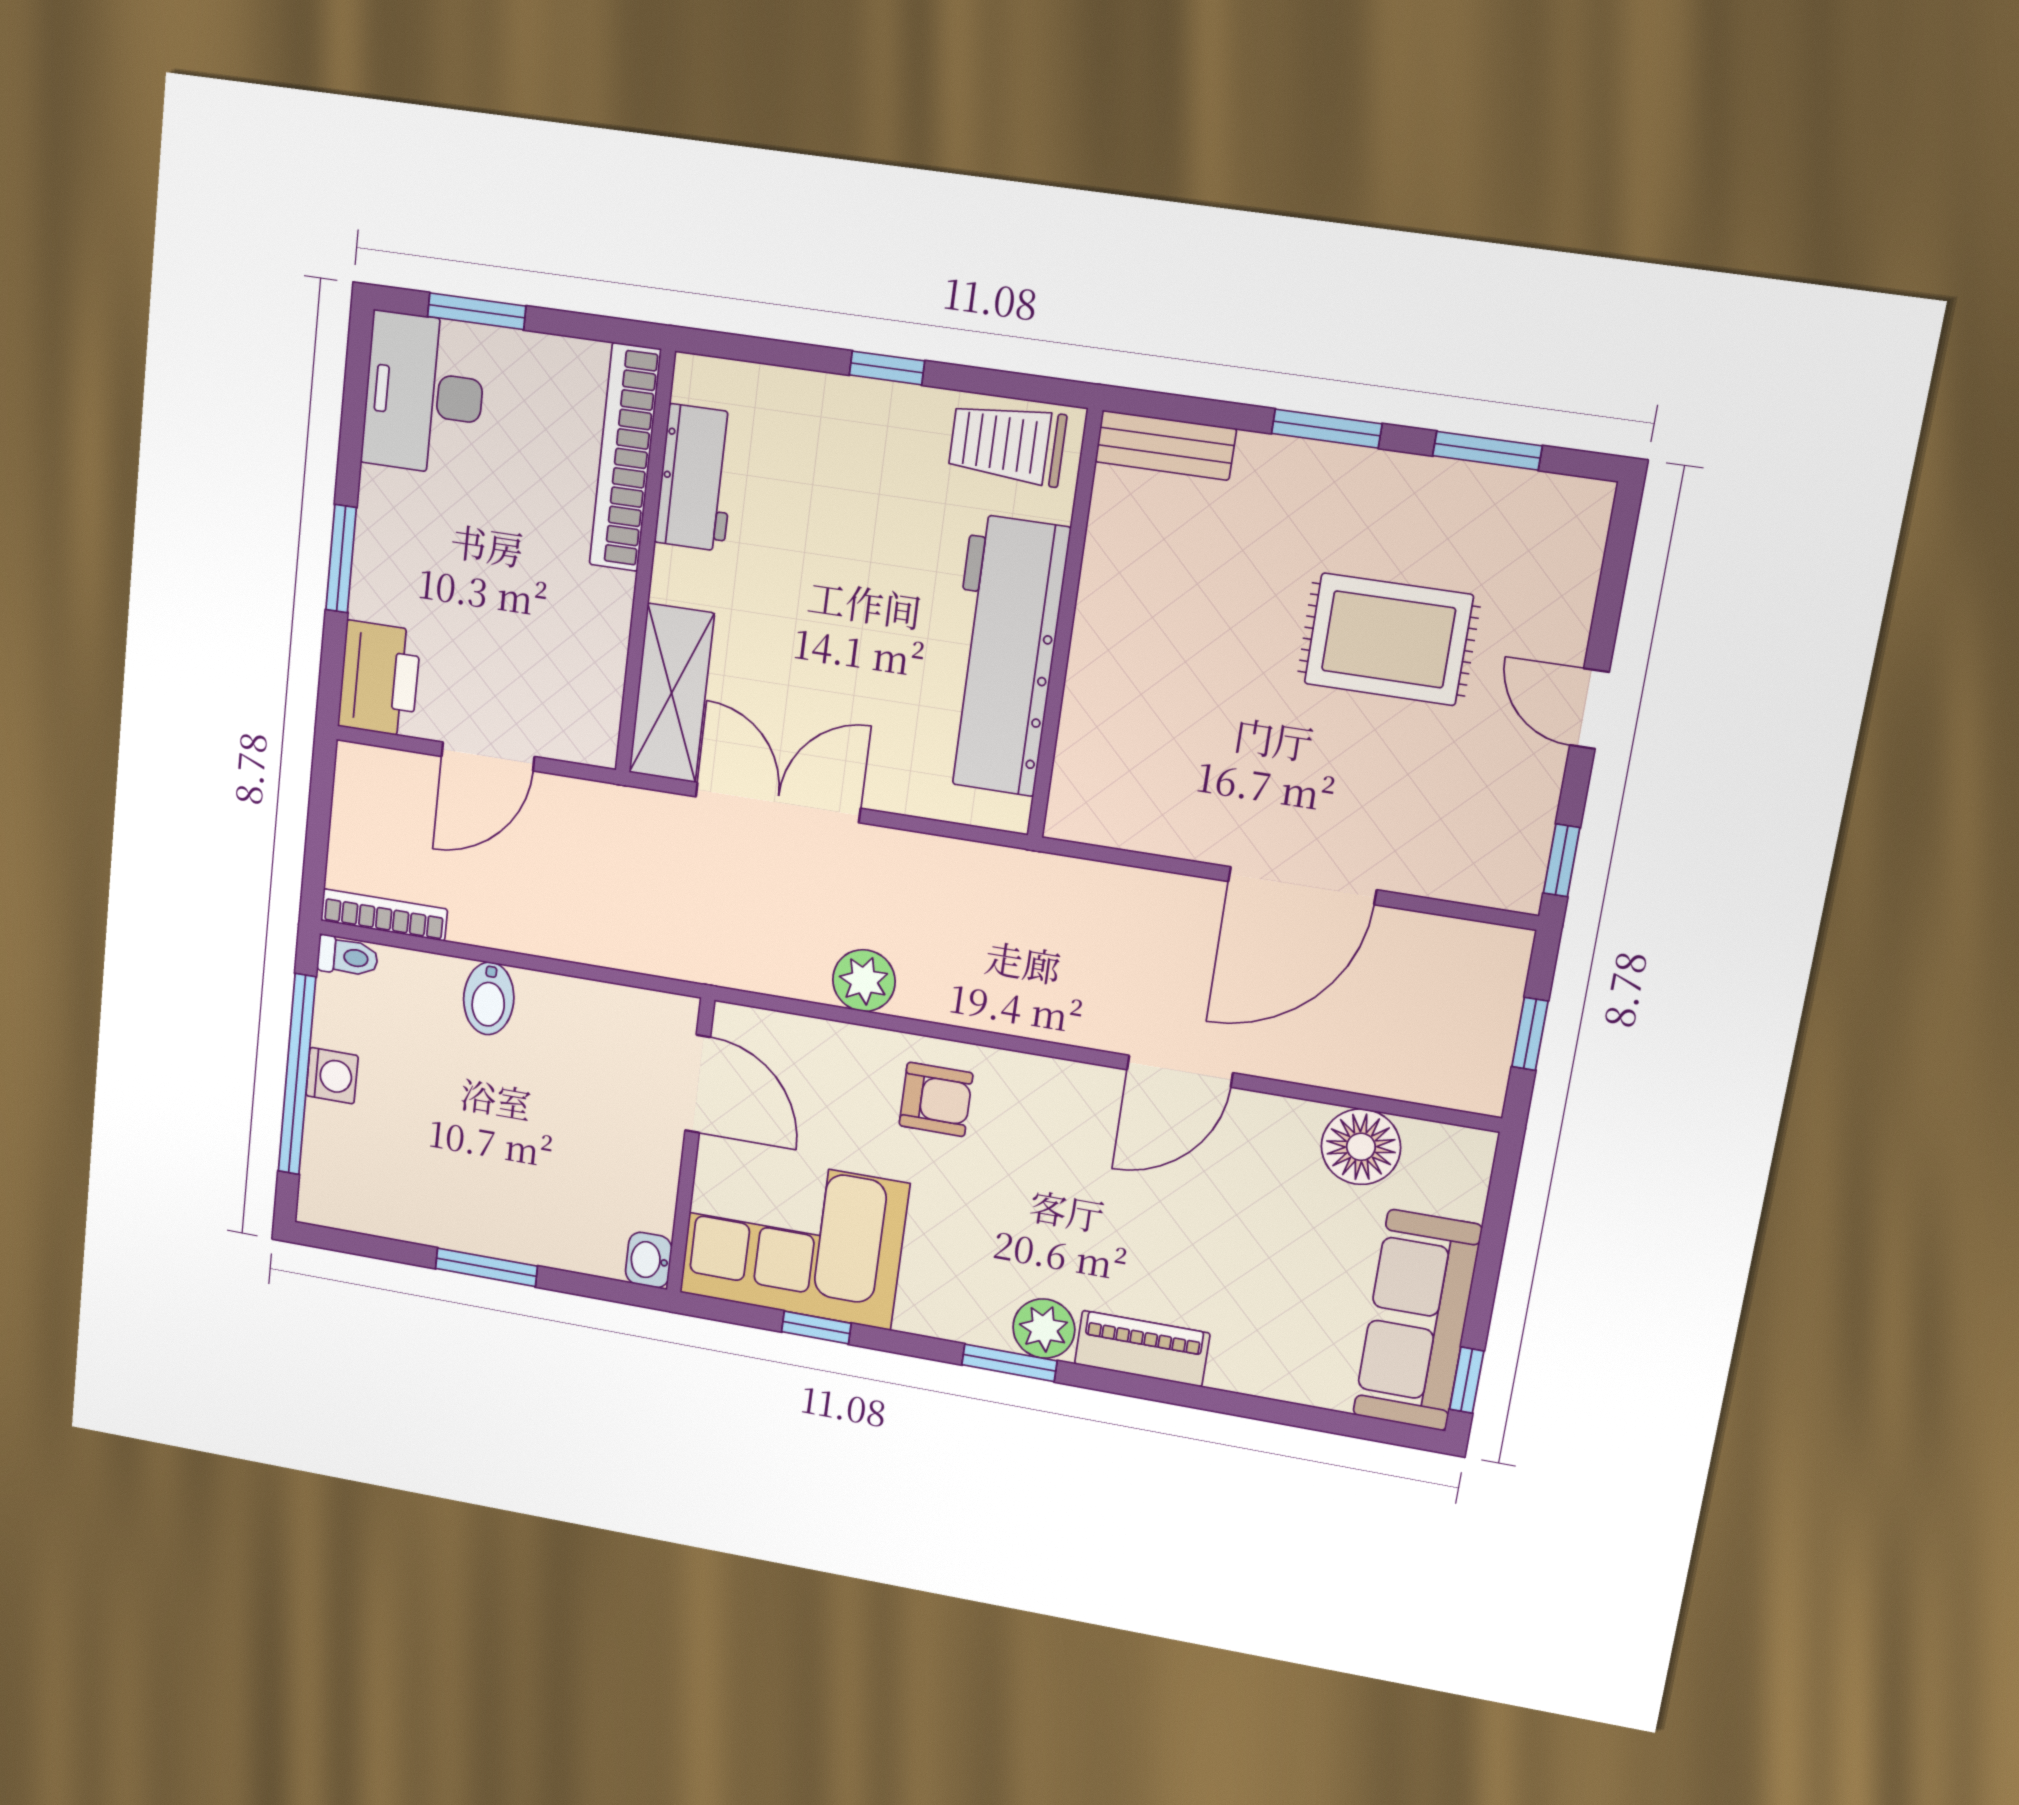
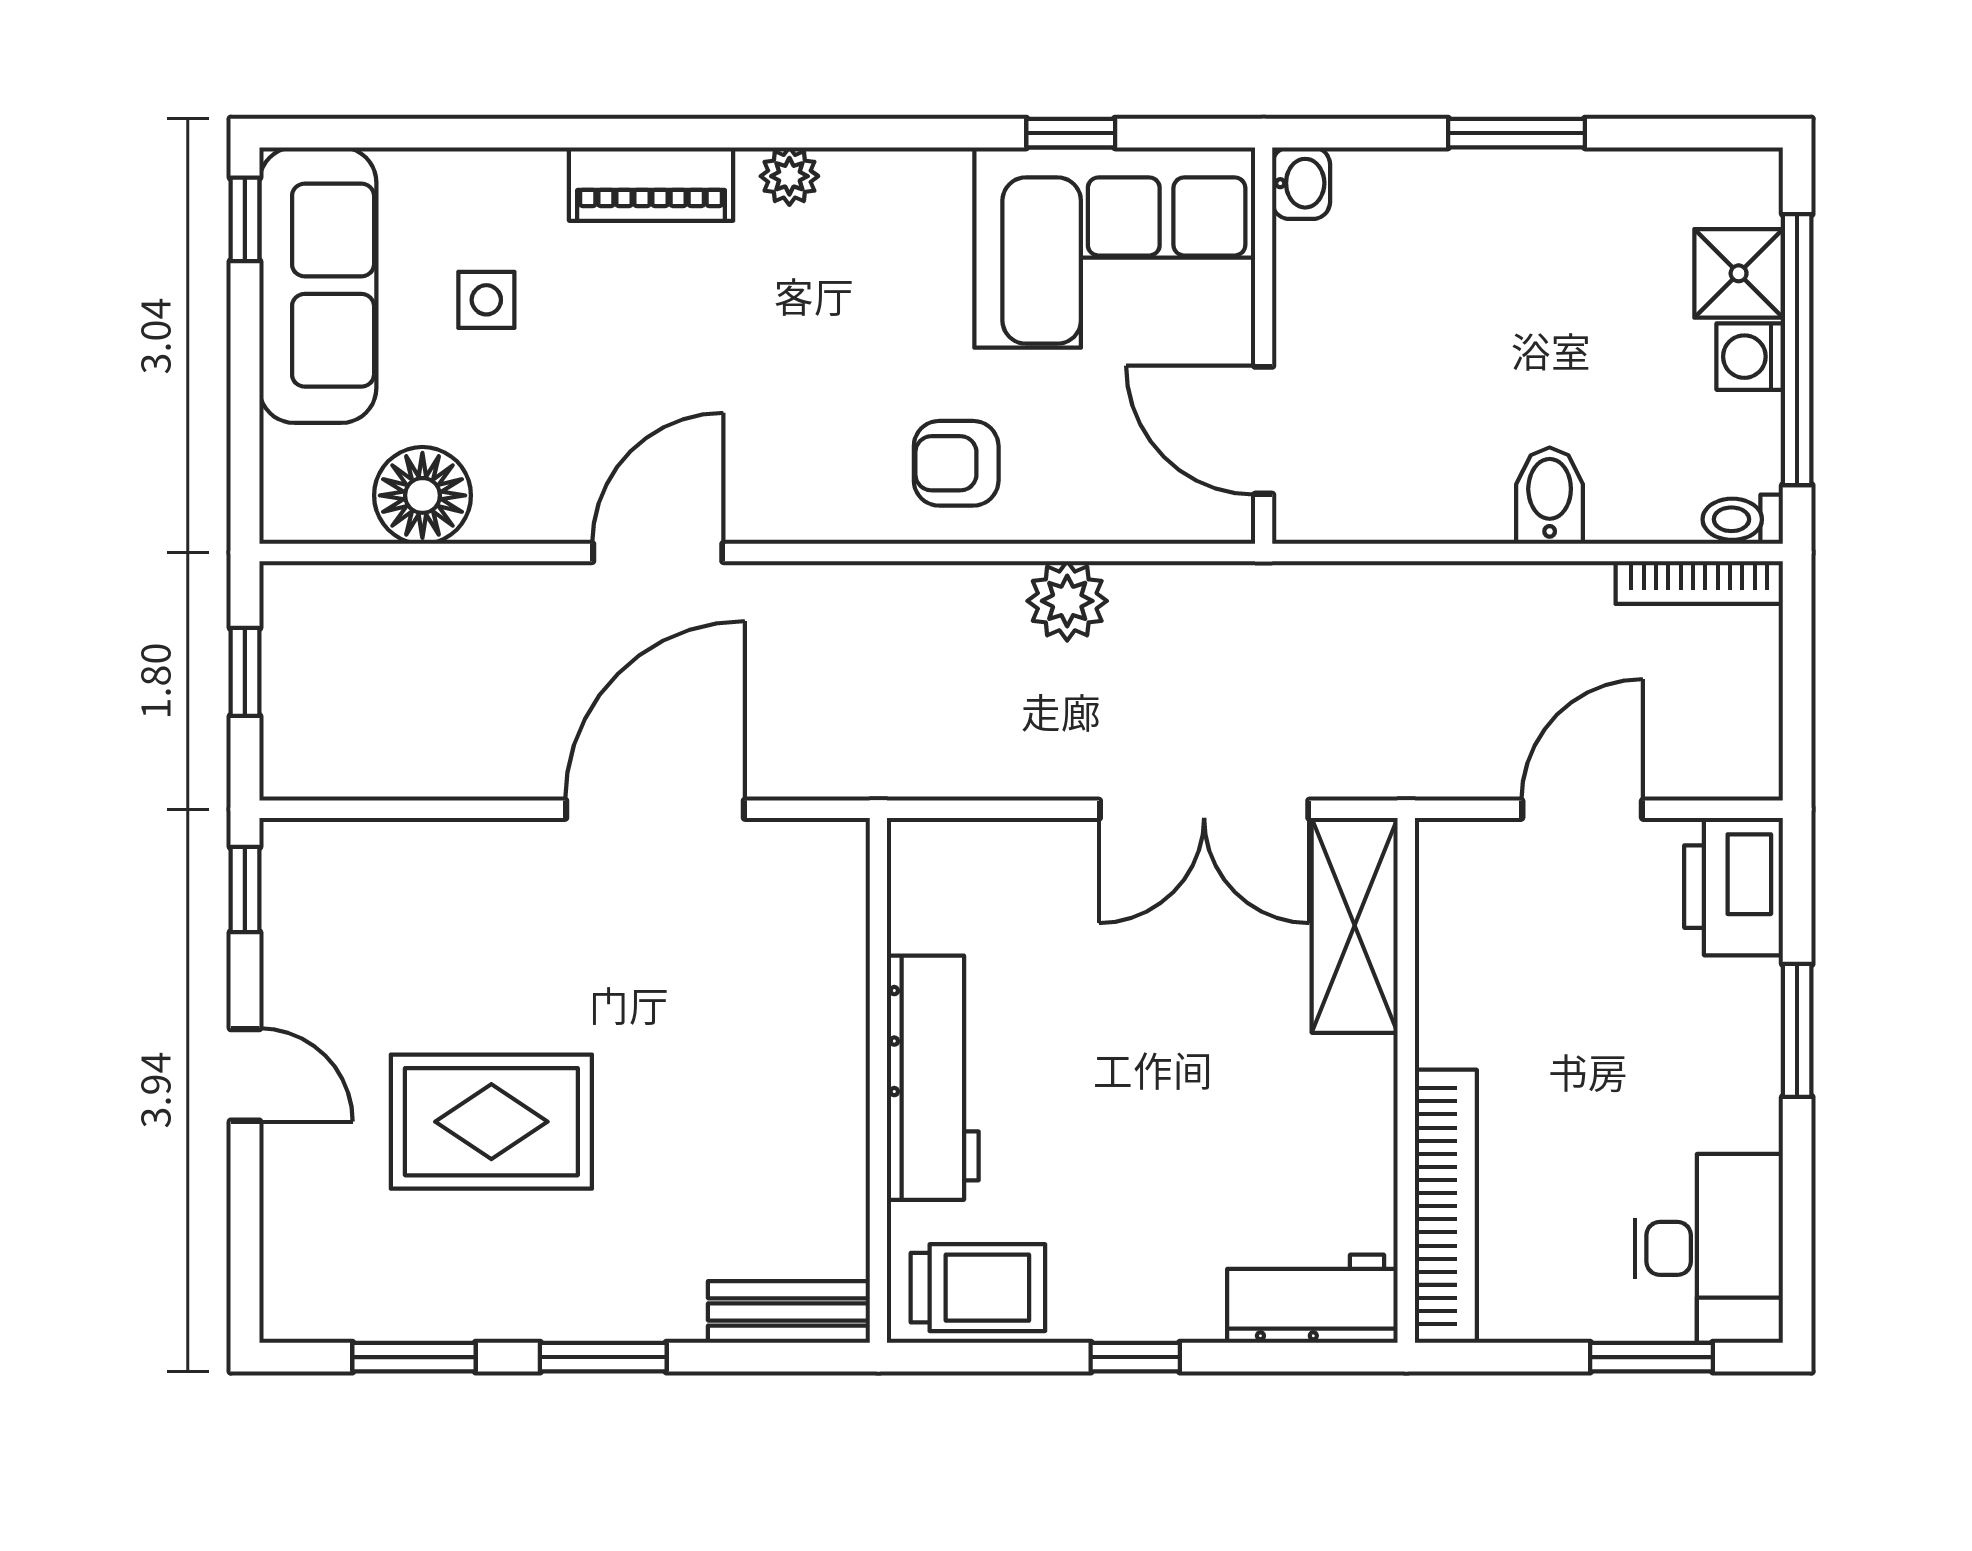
workbench: (696, 478) -> (1312, 1299), moved, turned 90
workbench: (1003, 656) -> (933, 1078), width x0.73, depth x0.76
door: (1302, 886) -> (655, 809), moved
shower: (335, 1137) -> (1739, 273), added
side table: (1285, 1286) -> (486, 300), added
plant: (1044, 1329) -> (789, 176), width x0.73, depth x0.73
window: (1009, 1363) -> (816, 133), removed

